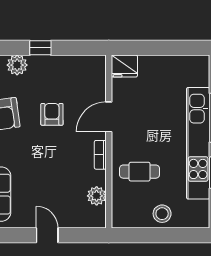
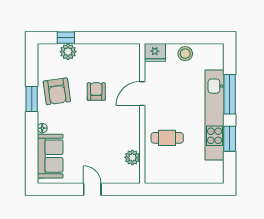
window: (40, 48) -> (66, 38), moved
bookcase: (100, 155) -> (135, 124), removed
stool: (162, 214) -> (185, 54), moved

